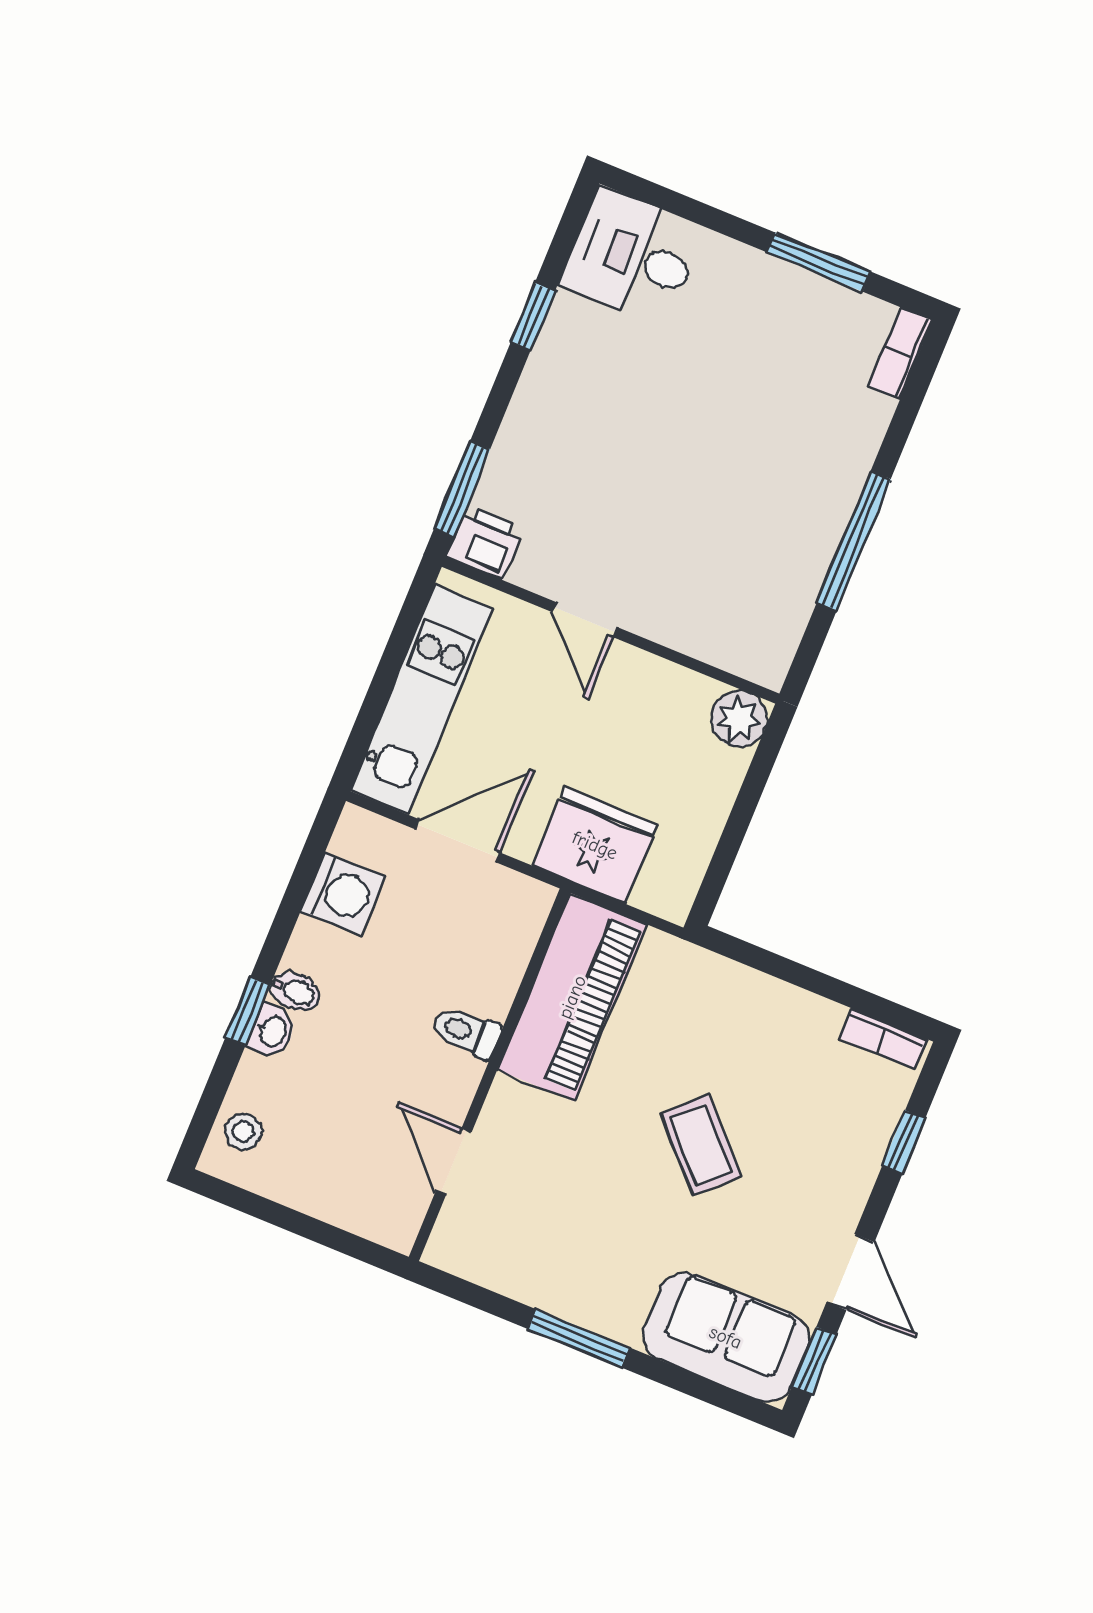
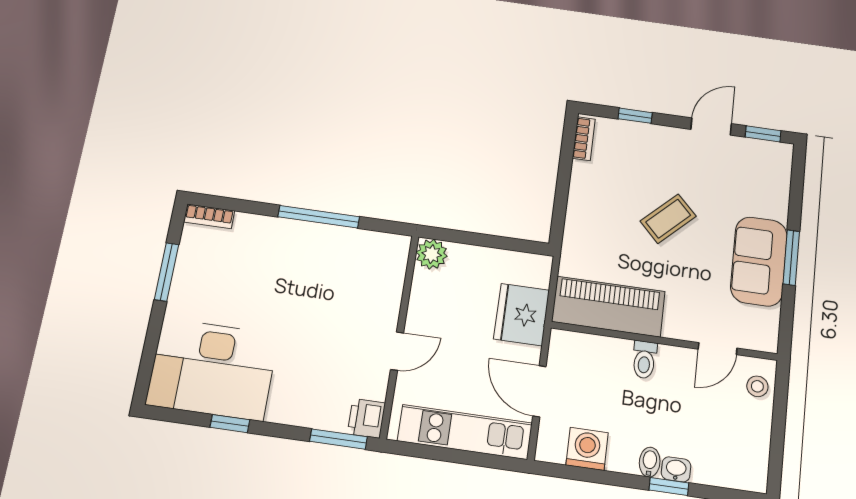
desk: (633, 256) -> (213, 369), width x1.87, depth x1.30
stool: (243, 1131) -> (757, 386), moved
sofa: (726, 1337) -> (759, 261), moved

